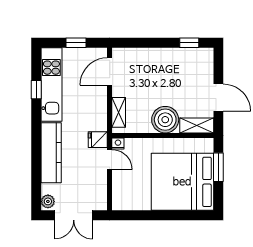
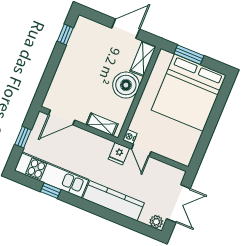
door: (110, 71) -> (62, 117), hinge flipped
door: (110, 160) -> (141, 150), swing flipped

